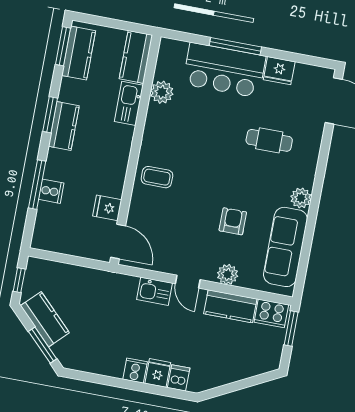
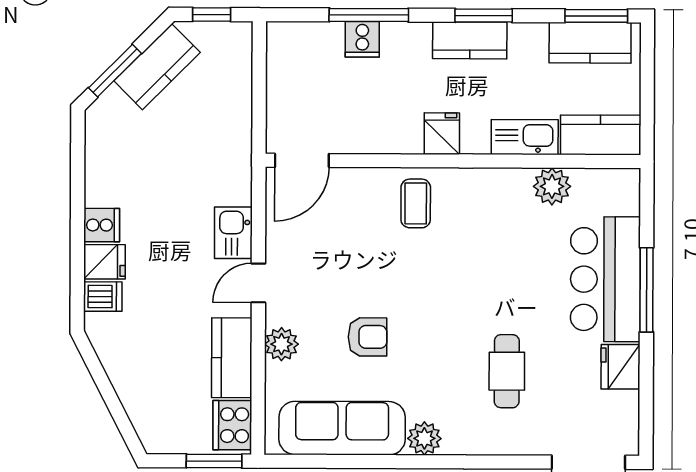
fridge: (107, 208) -> (442, 134), moved

